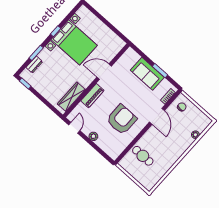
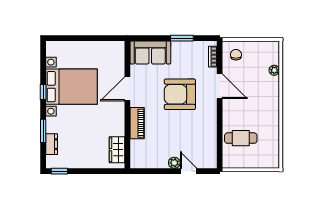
sofa: (147, 74) -> (150, 53), moved
wardrobe: (71, 97) -> (117, 150), width x0.67
armchair: (122, 120) -> (180, 94), moved, turned -90
door: (74, 128) -> (189, 171), moved

